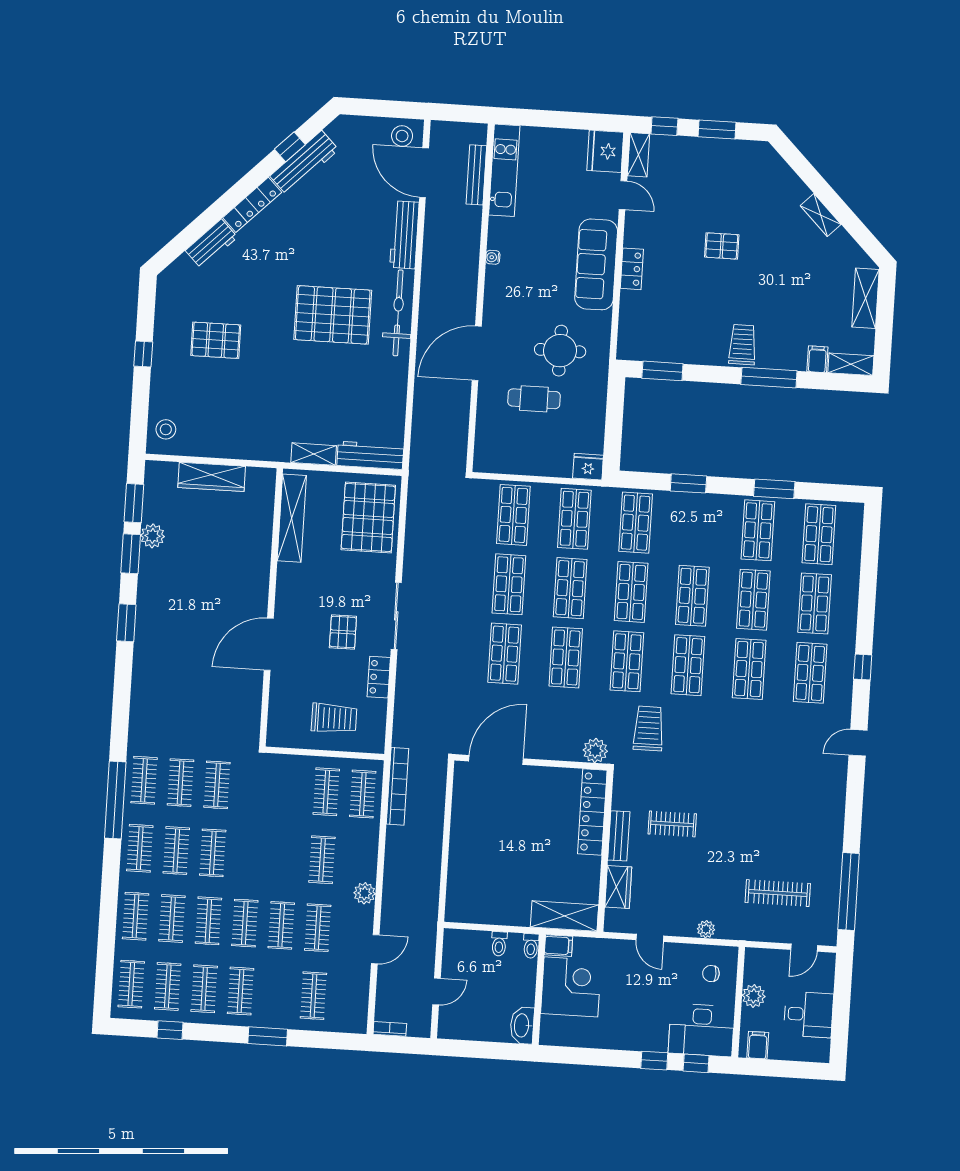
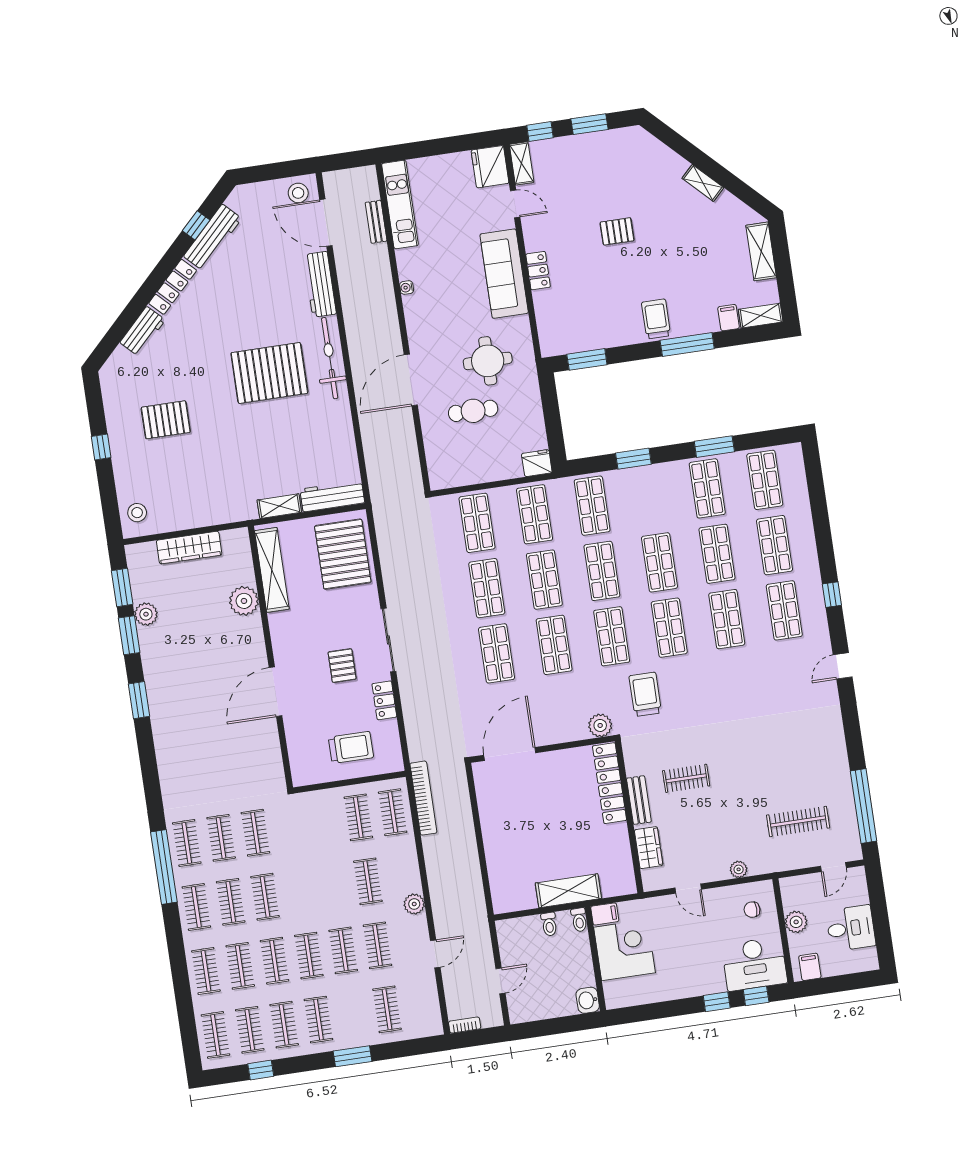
bench: (476, 175) -> (376, 222), width x0.73
plant: (256, 544) -> (244, 601), added
shelving: (564, 916) -> (568, 891), moved
washbasin: (522, 1025) -> (588, 1000), width x0.72

